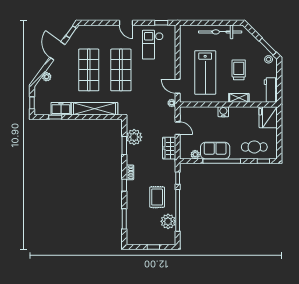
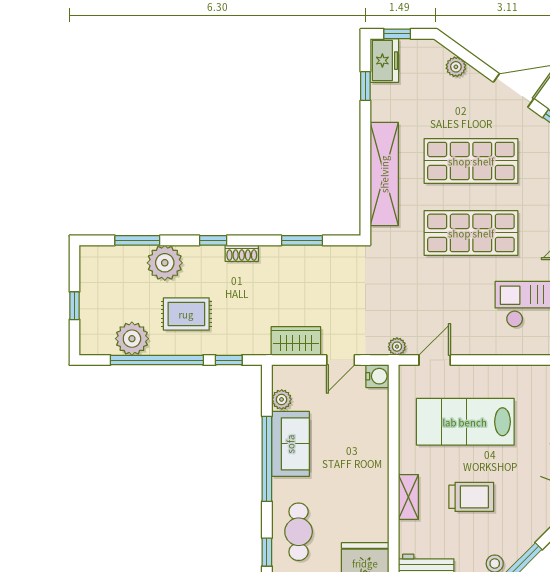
freezer: (61, 109) -> (384, 61), moved
water cooler: (223, 112) -> (377, 376), moved
plant: (134, 137) -> (165, 263), moved

